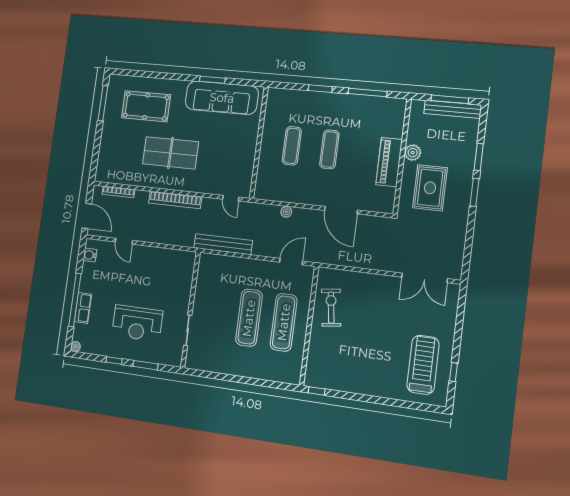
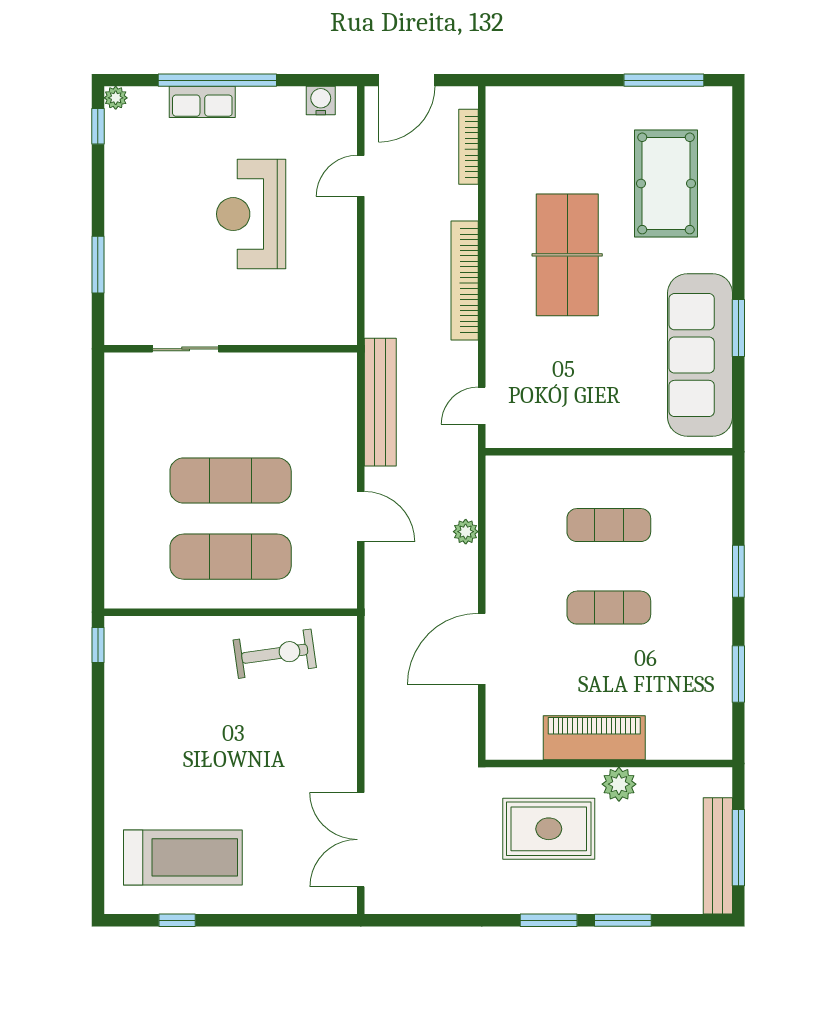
window: (368, 93) -> (738, 674), width x0.69
door: (291, 262) -> (361, 516), moved
reception desk: (137, 323) -> (251, 214), moved
window: (114, 360) -> (98, 126), moved

